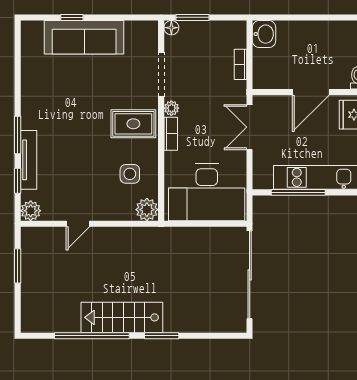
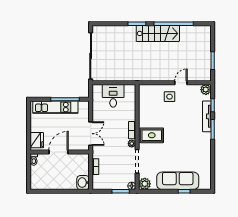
side table: (130, 174) -> (170, 97), moved
desk: (207, 192) -> (113, 96), width x0.53, depth x0.77
plant: (147, 210) -> (145, 184), moved

